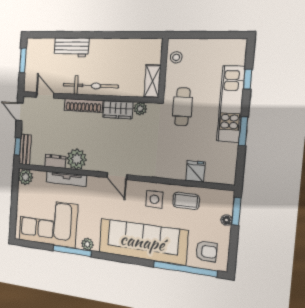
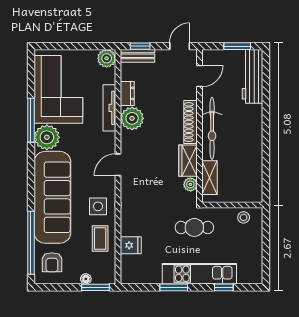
workbench: (71, 47) -> (252, 76), moved, width x1.37
shelving: (152, 81) -> (210, 178), moved, turned 90
plant: (87, 244) -> (47, 137), width x1.87, depth x1.87

